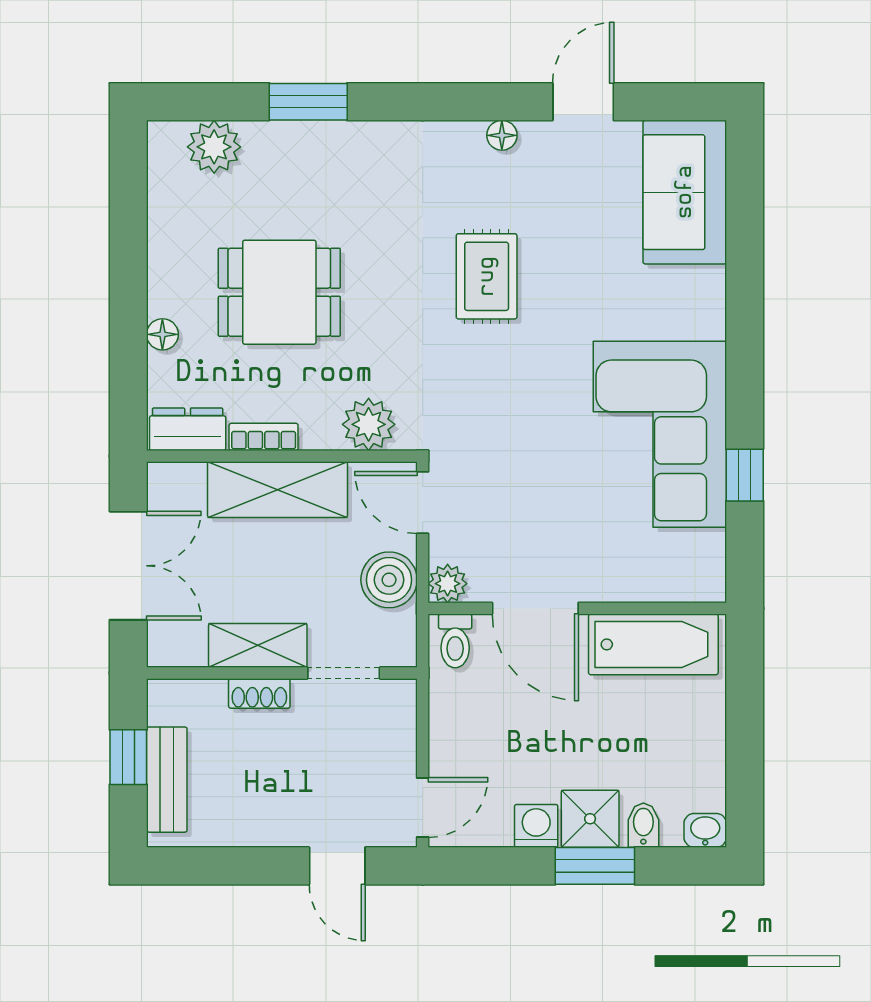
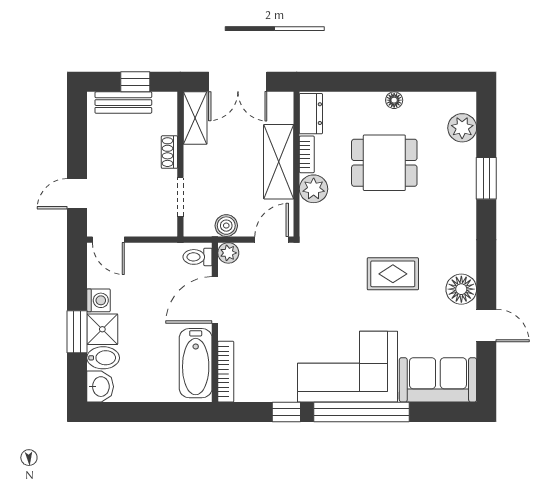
floor lamp: (502, 135) -> (461, 289), width x1.89, depth x1.89
dining table: (279, 292) -> (384, 163), turned 90
floor lamp: (162, 334) -> (394, 100), moved
window: (745, 335) -> (362, 412), added
plant: (369, 424) -> (314, 189), moved
corner sofa: (660, 434) -> (348, 367), moved
boiler: (389, 580) -> (226, 226), width x0.73, depth x0.73
bookcase: (669, 588) -> (226, 372), added
shelving: (258, 645) -> (195, 118), moved
bidet: (643, 825) -> (103, 358), width x1.38, depth x1.36
washbasin: (705, 830) -> (100, 387), width x1.38, depth x1.45

